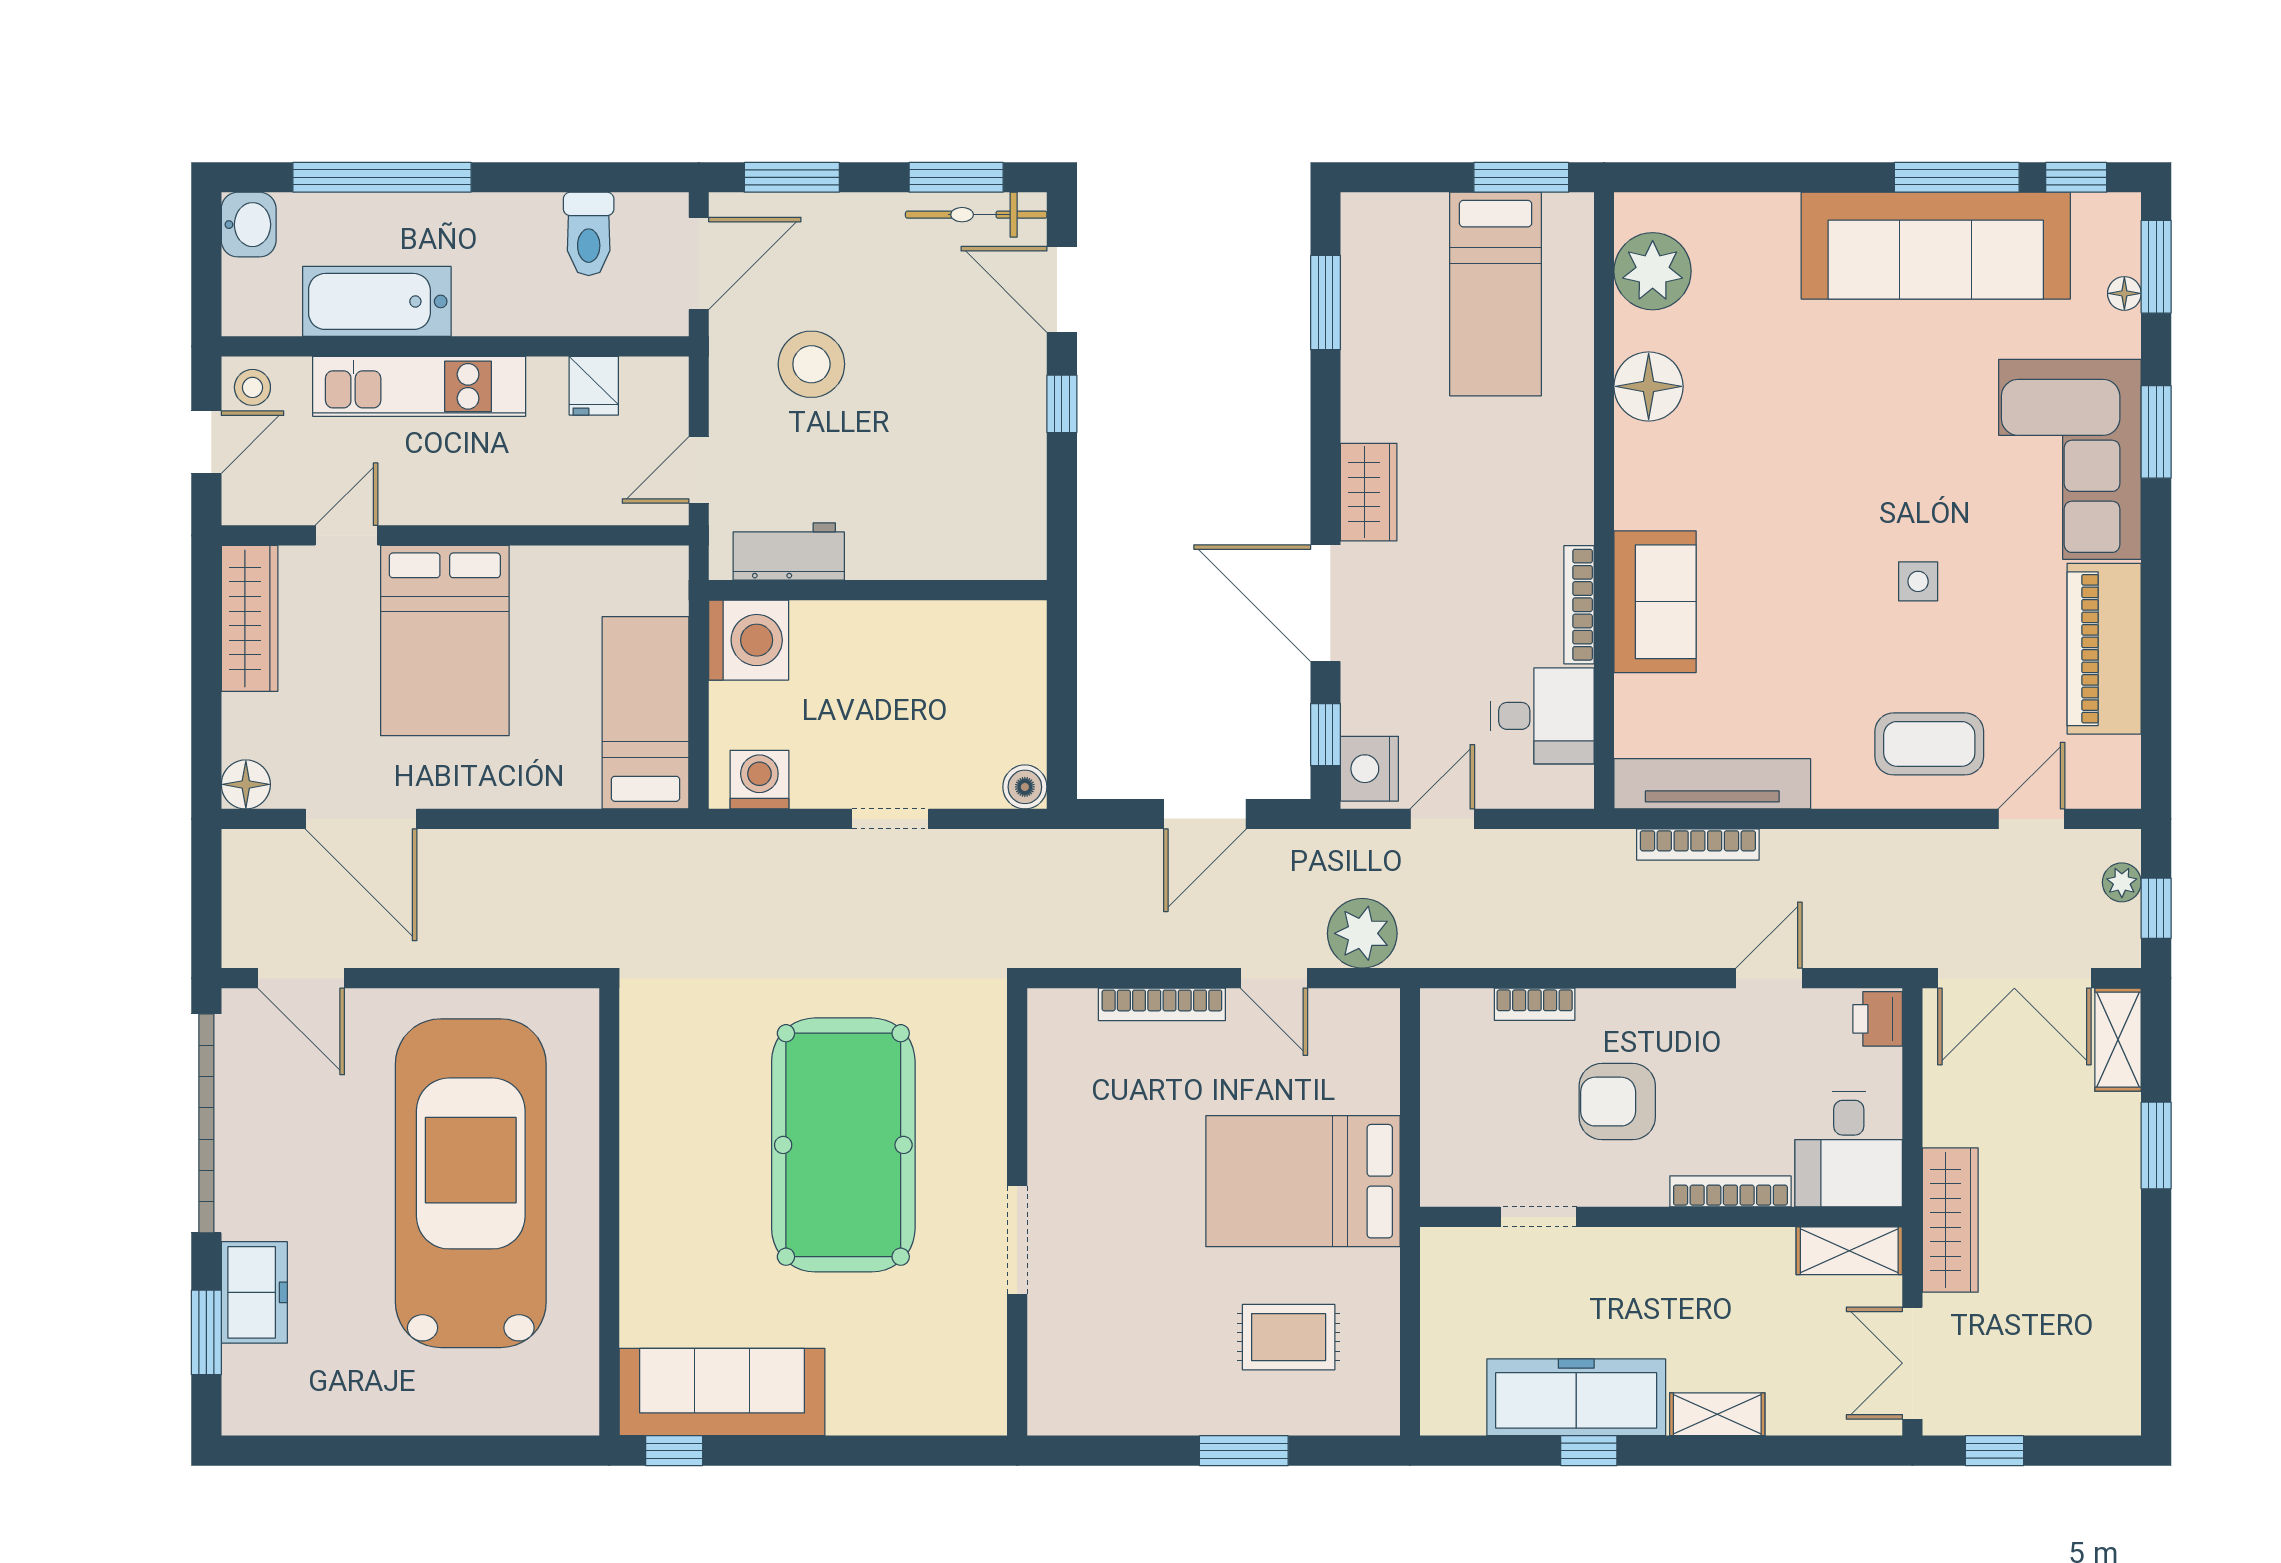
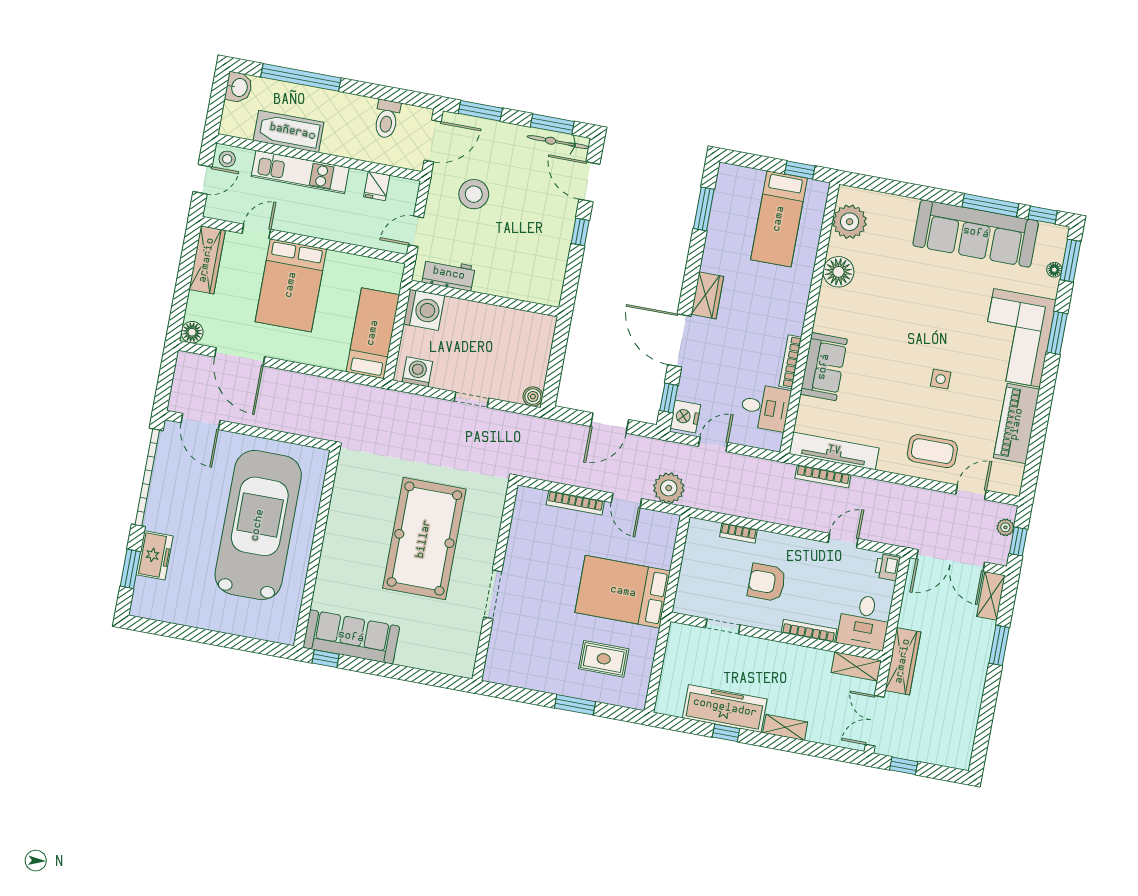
window: (1521, 177) -> (800, 170), width x0.67

